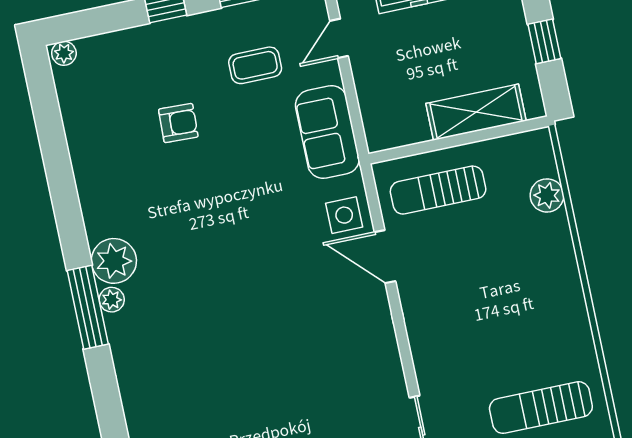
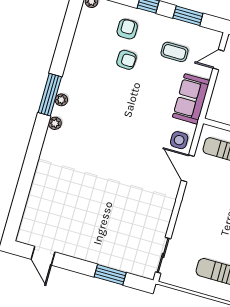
armchair: (152, 69) -> (127, 29), added
plant: (114, 261) -> (61, 100), width x0.53, depth x0.53
window: (88, 307) -> (50, 95), moved

